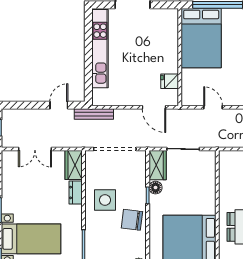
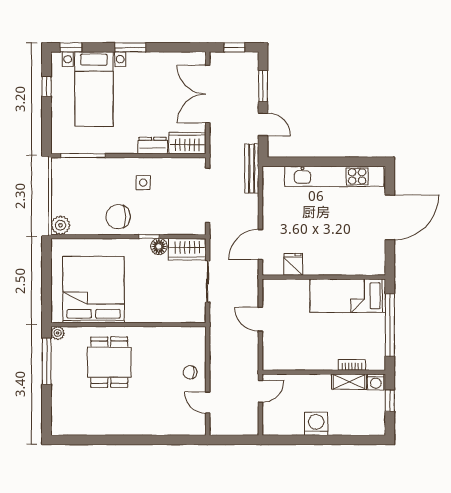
bed: (201, 38) -> (348, 296), width x0.67
window: (29, 105) -> (263, 86), added
door: (213, 107) -> (260, 319), swing flipped
double door: (35, 149) -> (208, 94), width x1.37
side table: (105, 200) -> (143, 183), width x0.54, depth x0.54
chair: (132, 220) -> (118, 217), turned -97

